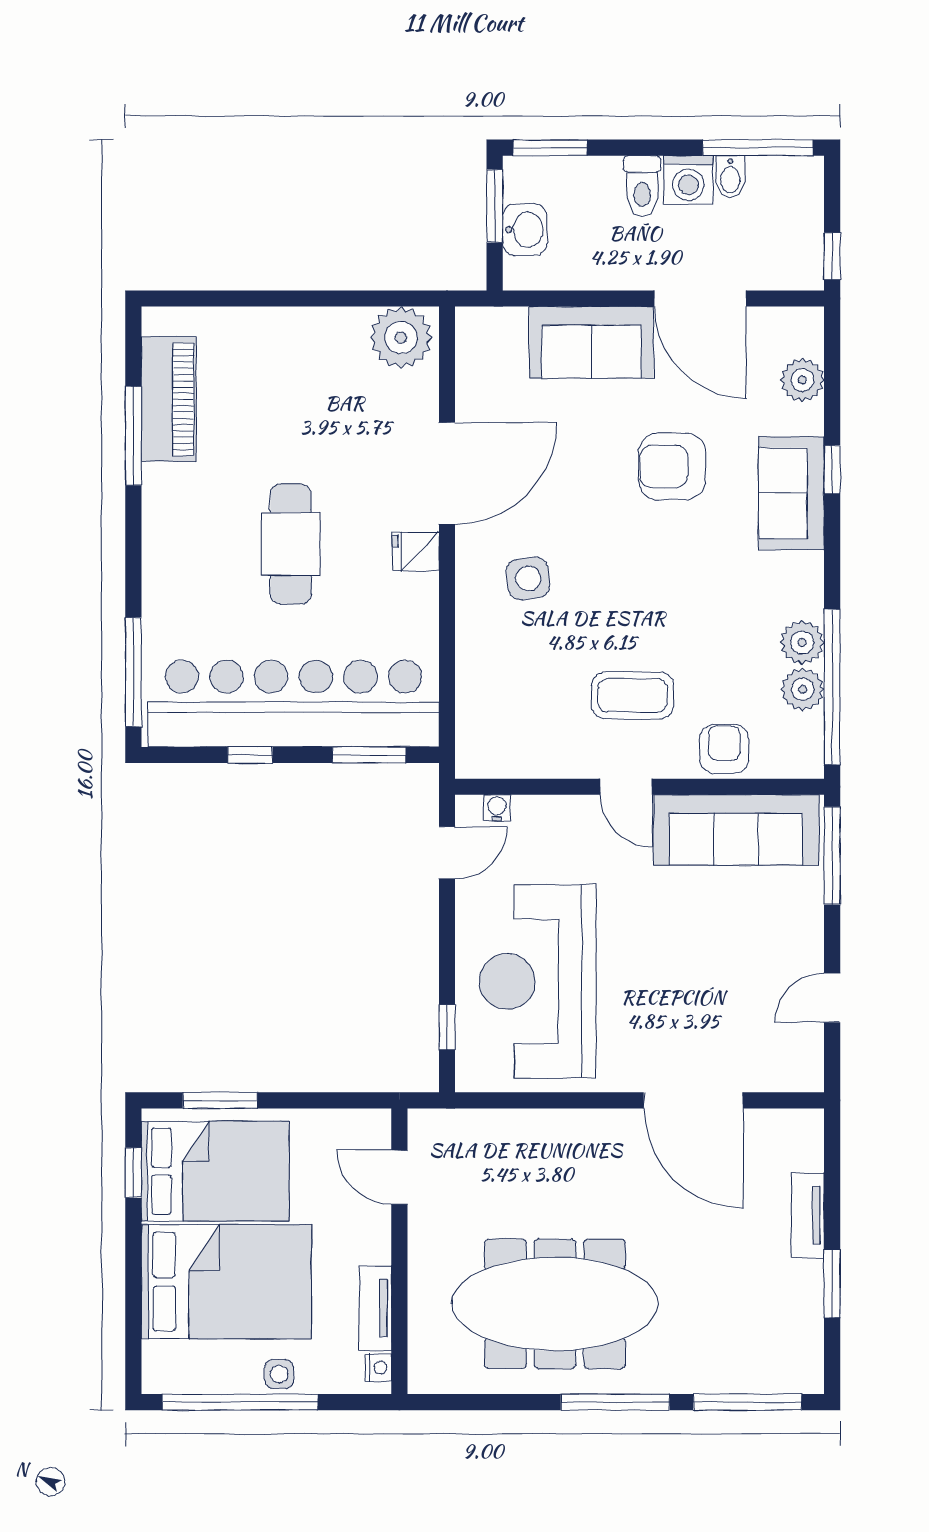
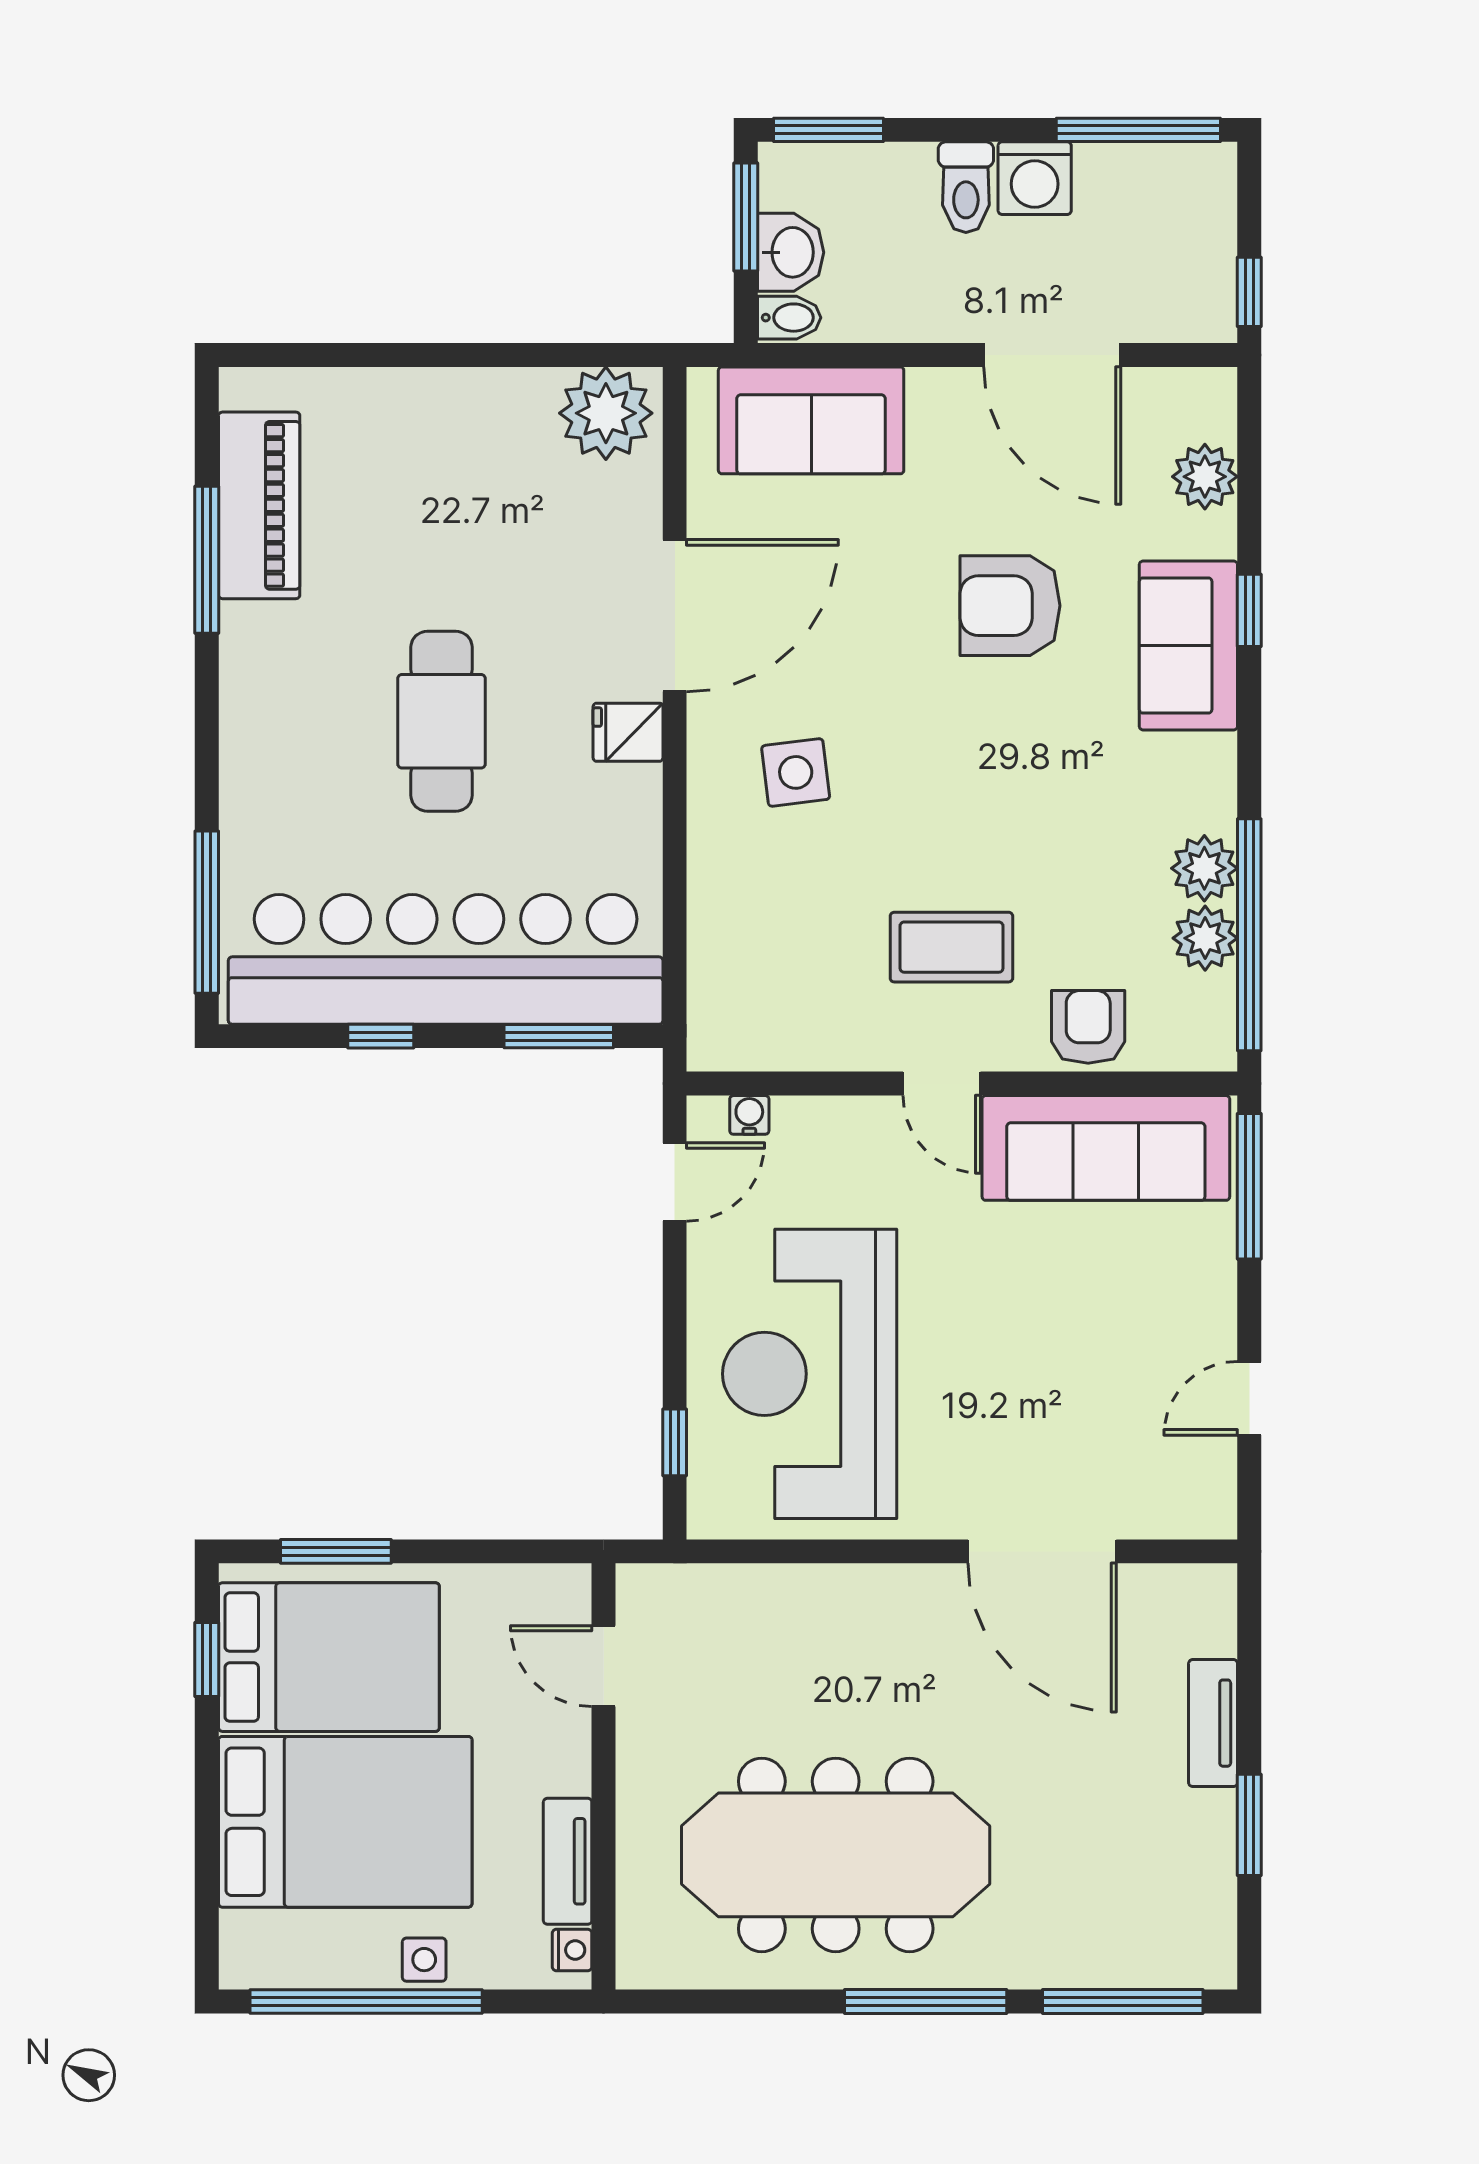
bidet: (730, 177) -> (789, 318), moved, turned -90
sofa: (591, 342) -> (811, 420), moved

